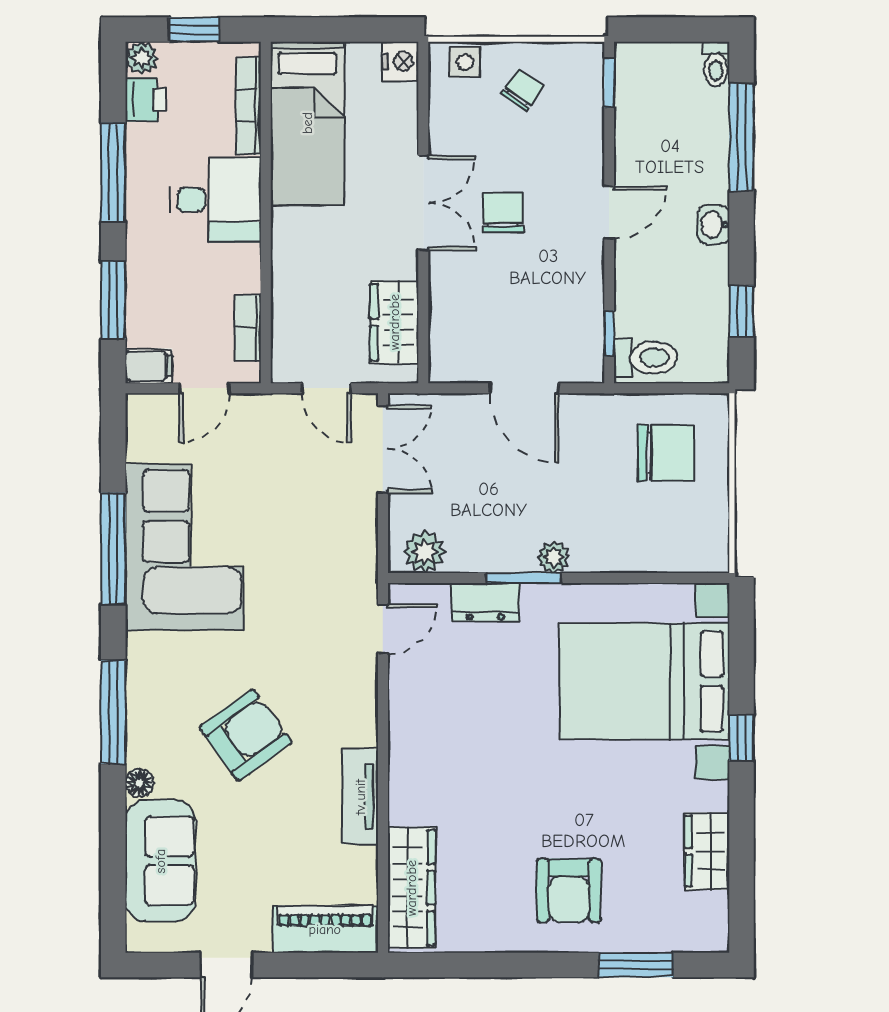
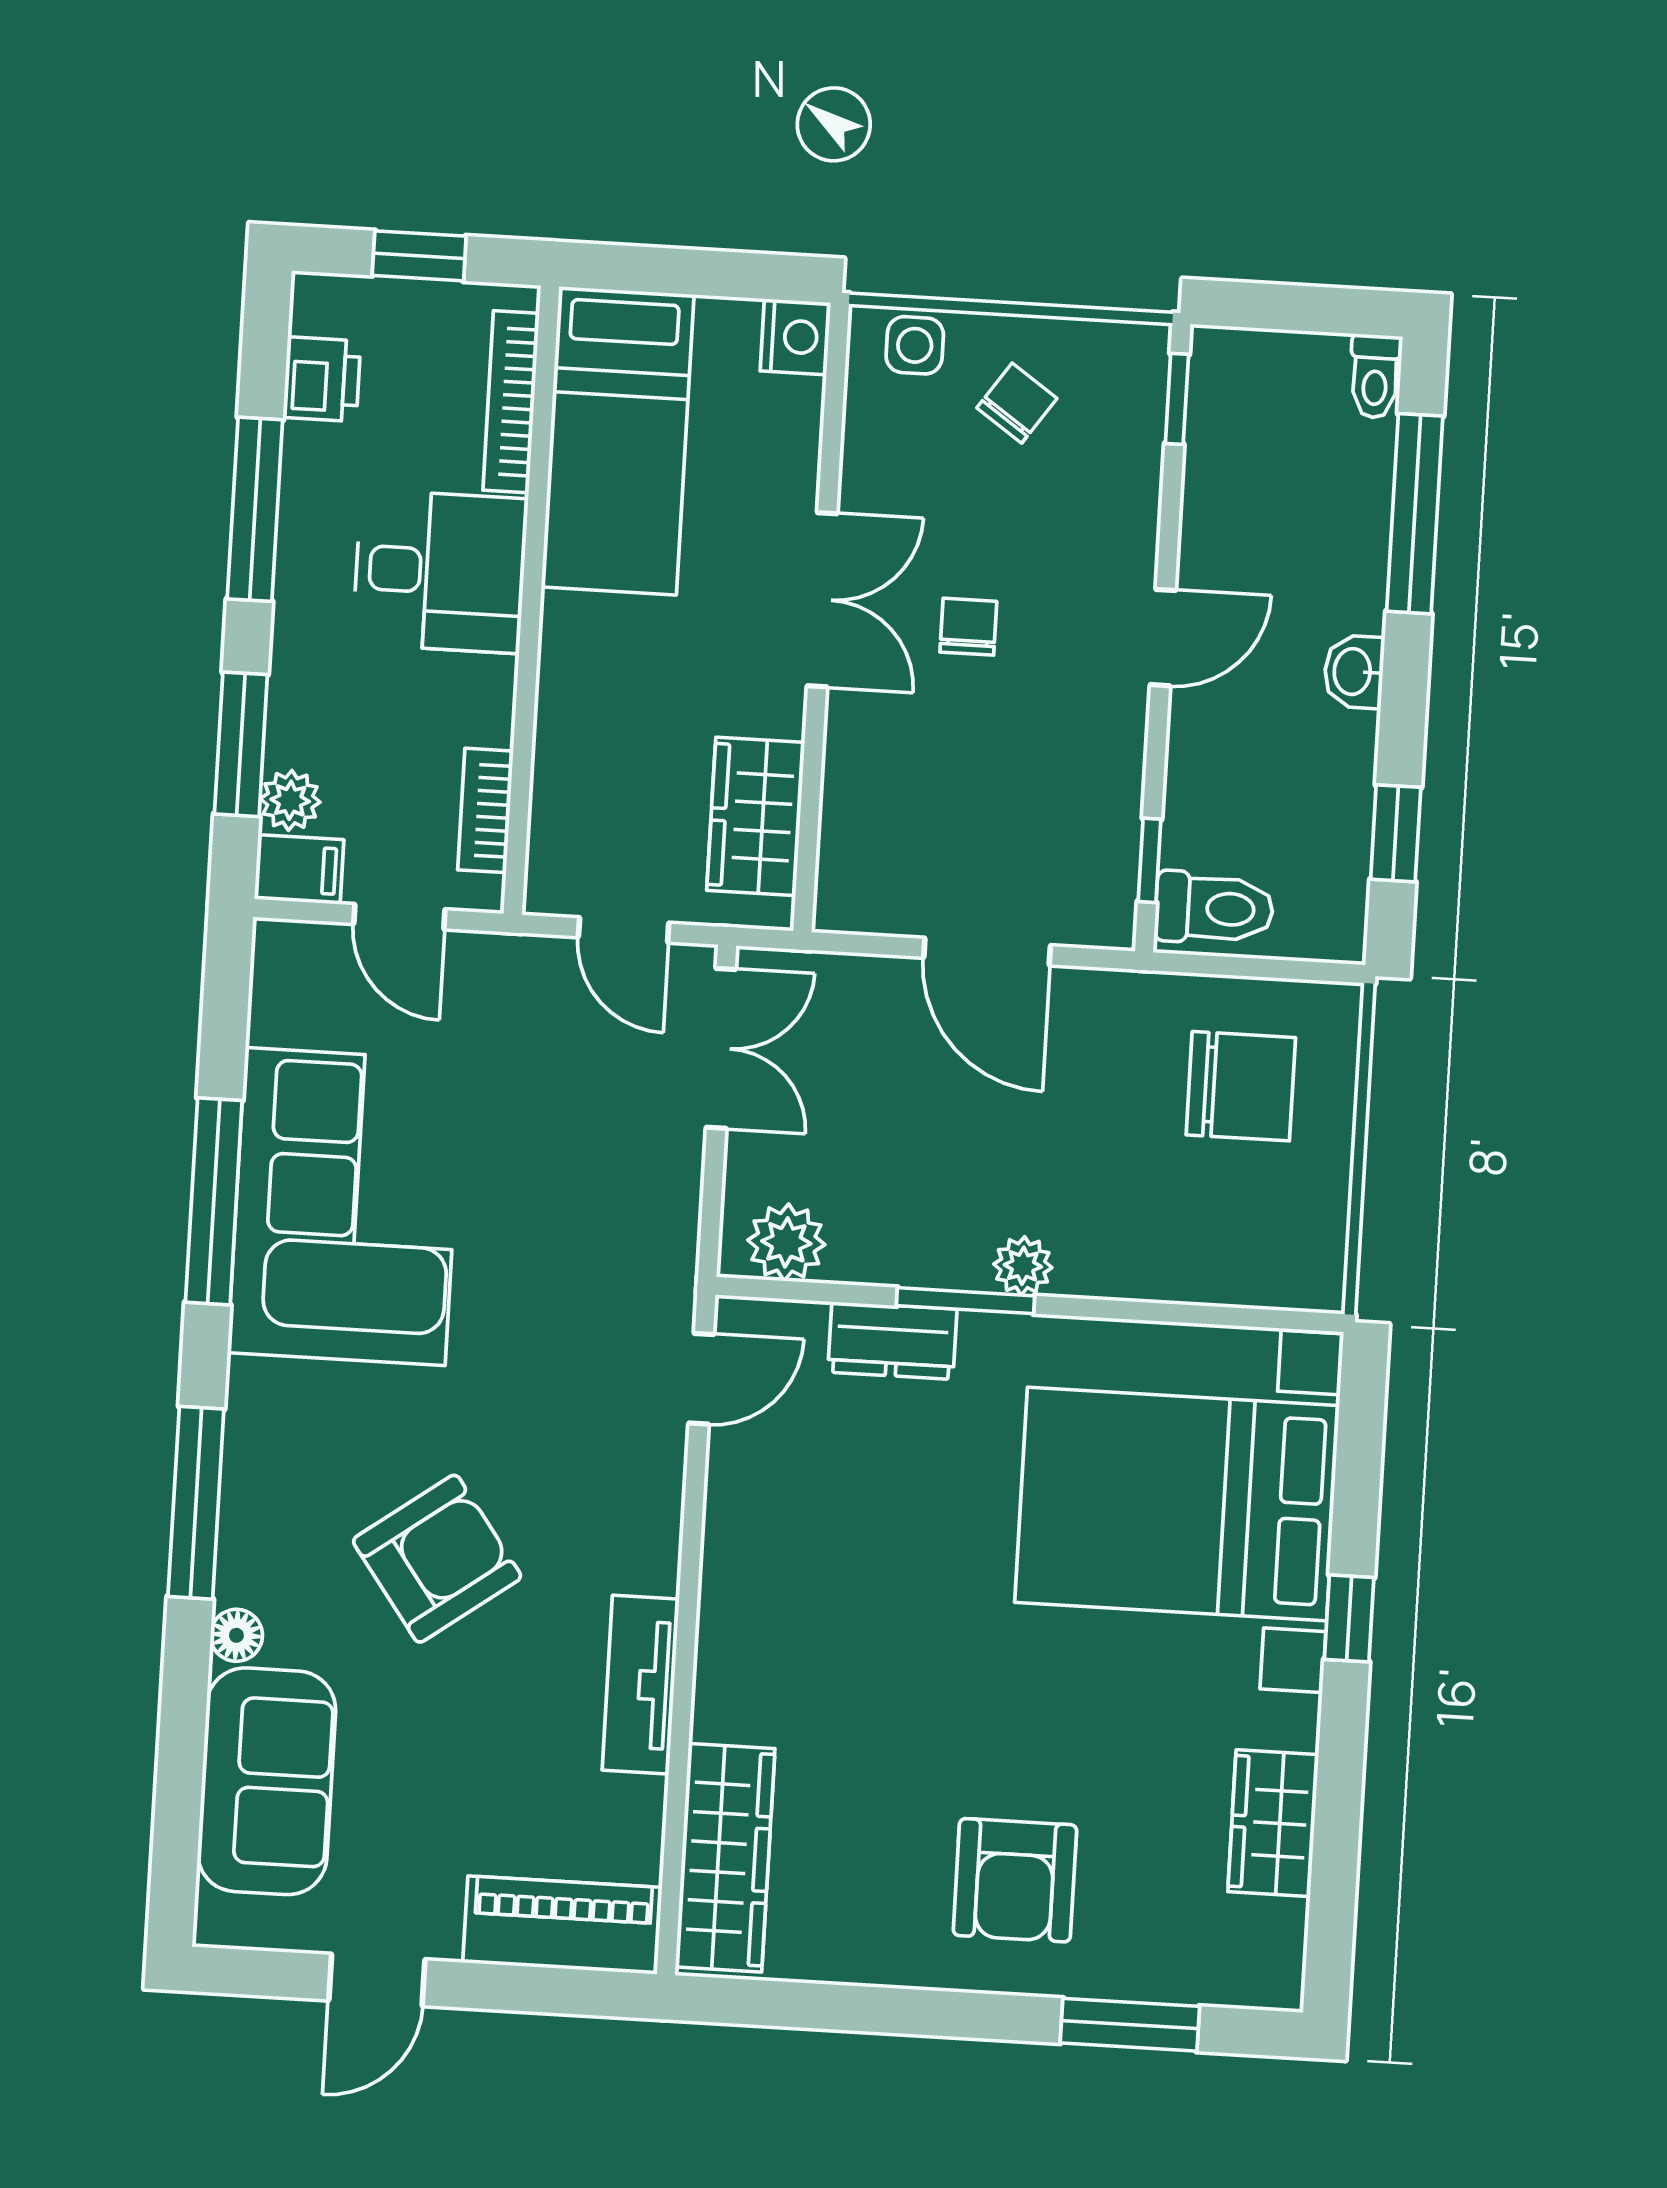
plant: (142, 58) -> (290, 800), moved
chair: (503, 213) -> (968, 627), width x0.73, depth x0.73
door: (205, 388) -> (399, 917), hinge flipped

